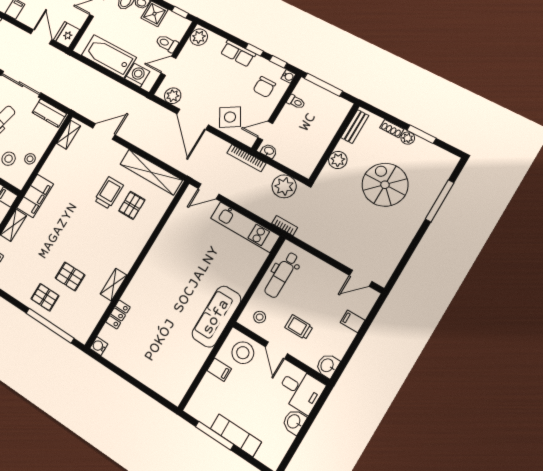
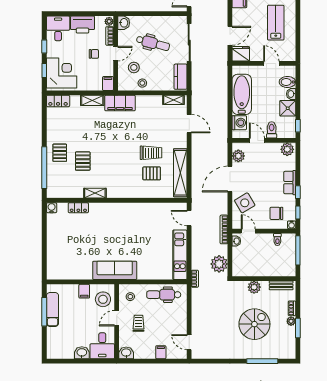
exam couch: (236, 435) -> (53, 310), moved

